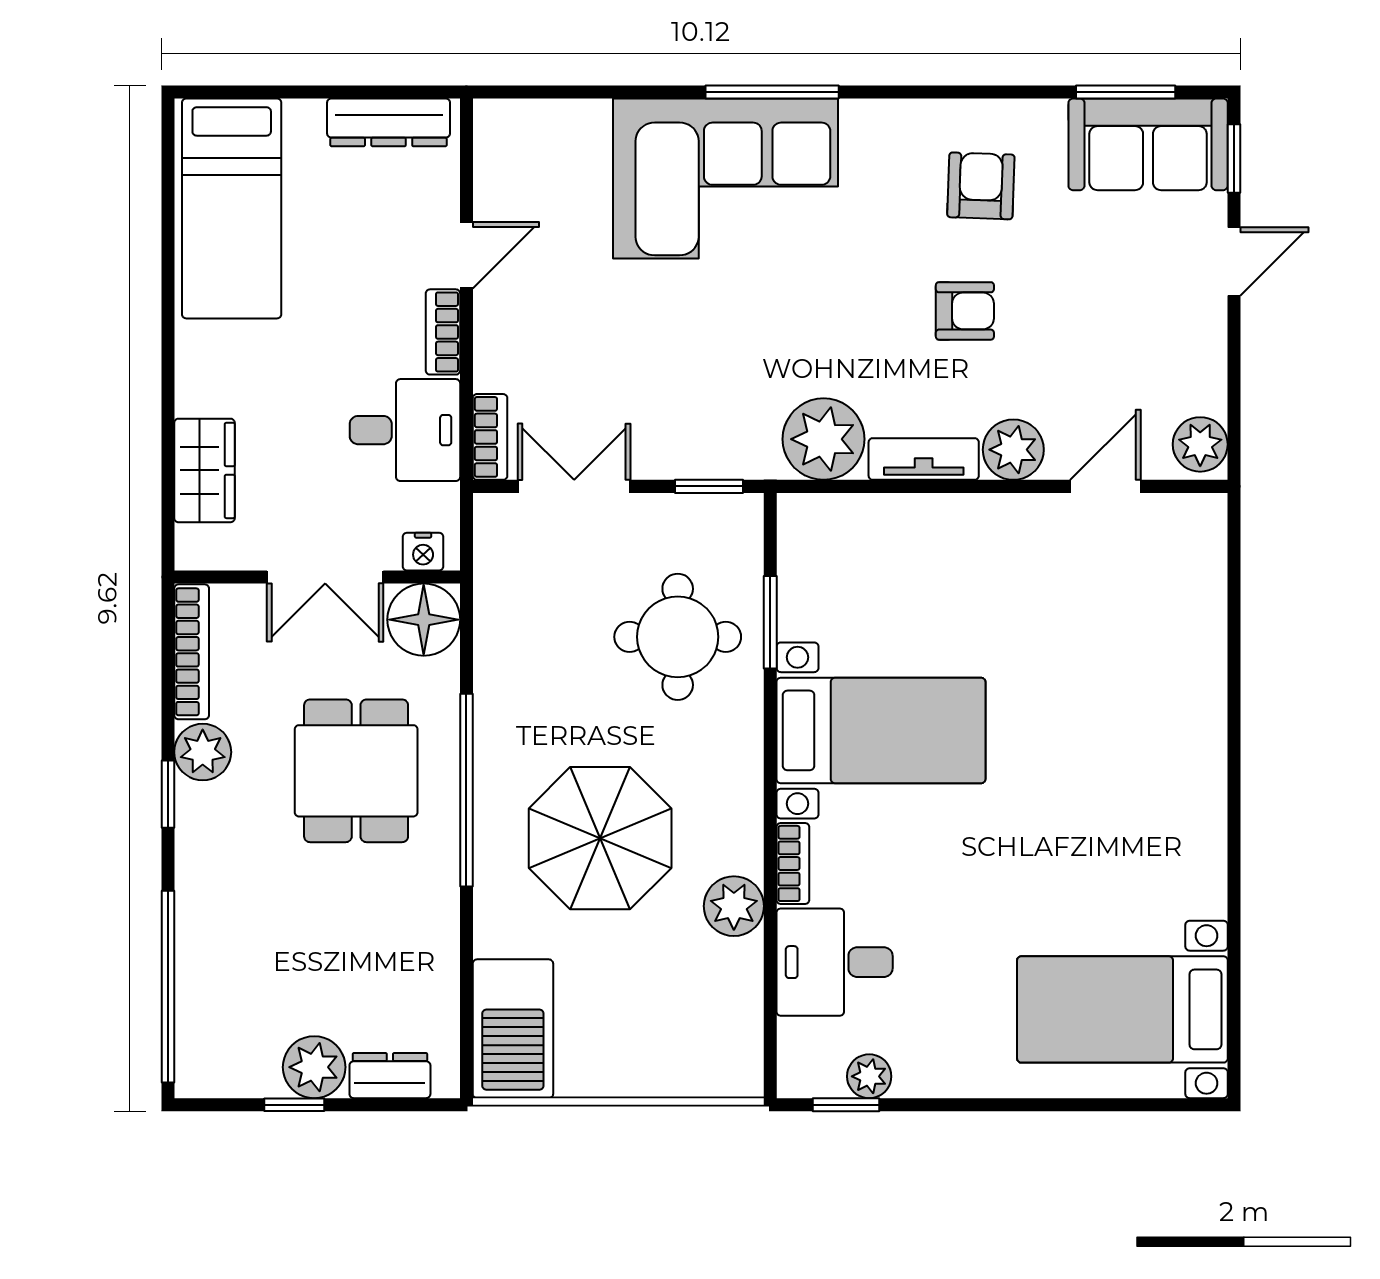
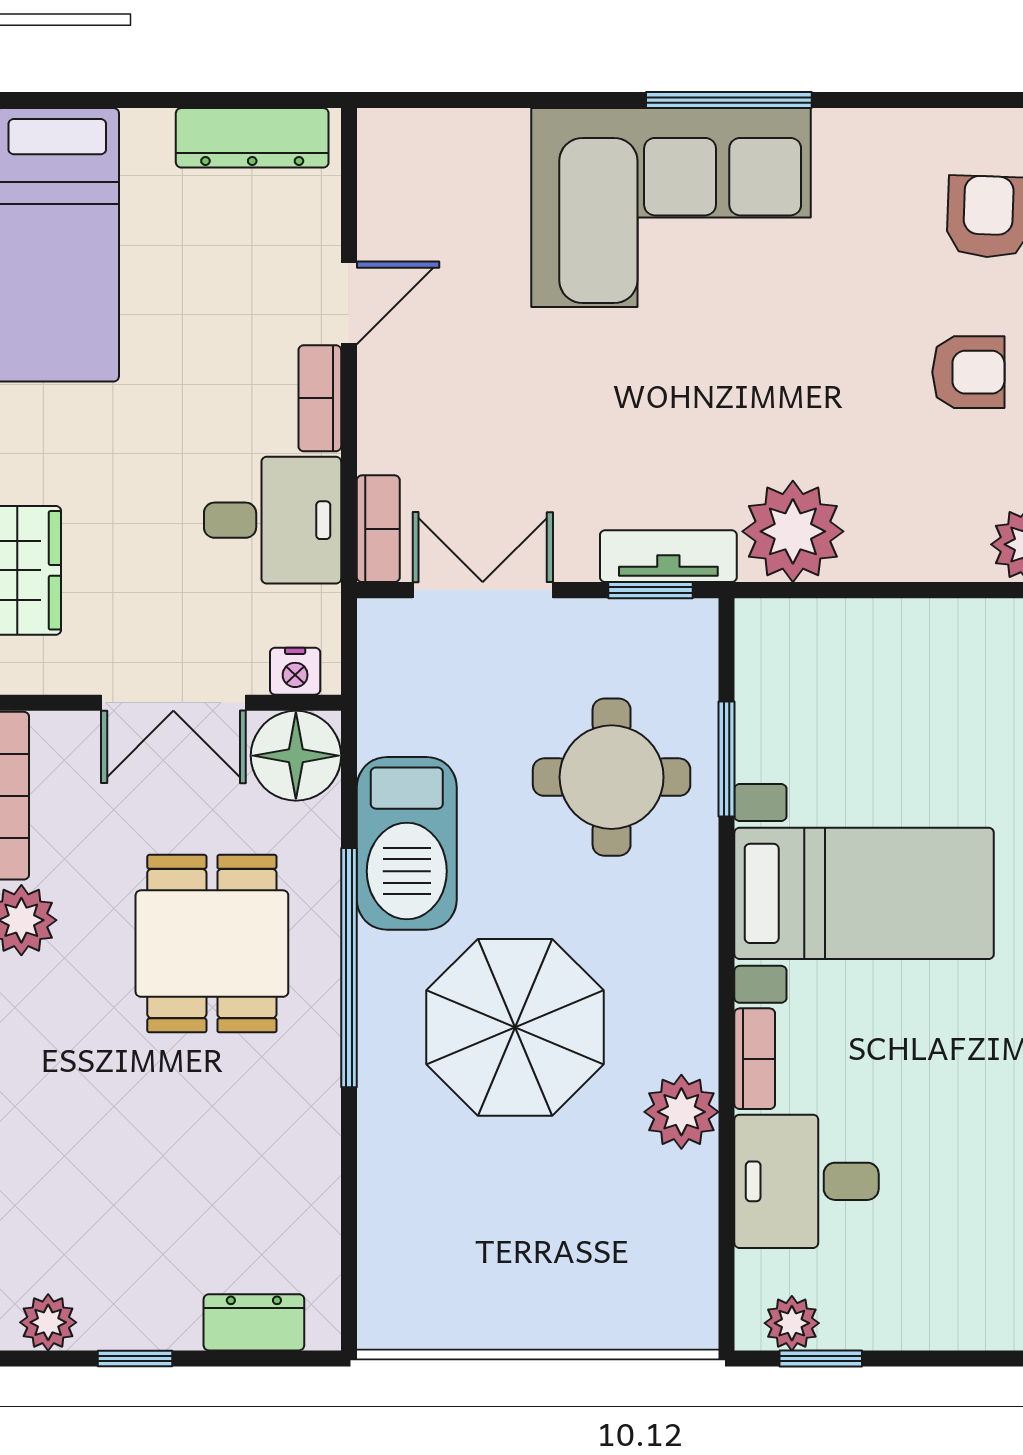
tv unit: (924, 459) -> (668, 556), moved
barbecue: (513, 1029) -> (407, 843), moved
plant: (314, 1067) -> (48, 1322), moved, width x0.73, depth x0.73
plant: (869, 1076) -> (792, 1323), moved

